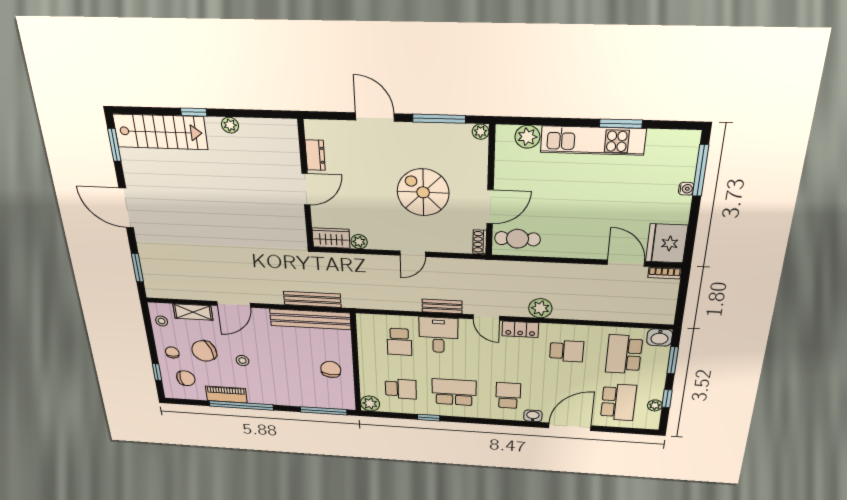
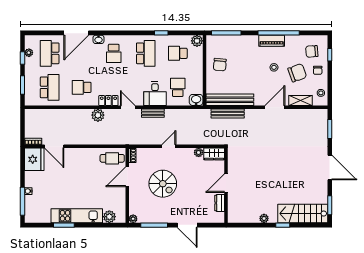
washbasin: (660, 337) -> (196, 100), moved
school desk: (454, 392) -> (146, 53), turned -90
piano: (226, 394) -> (272, 41), moved

